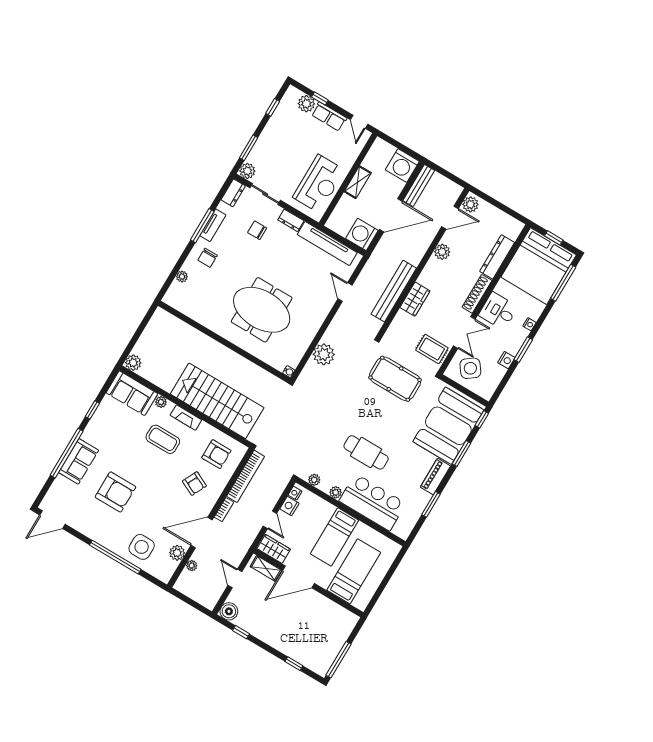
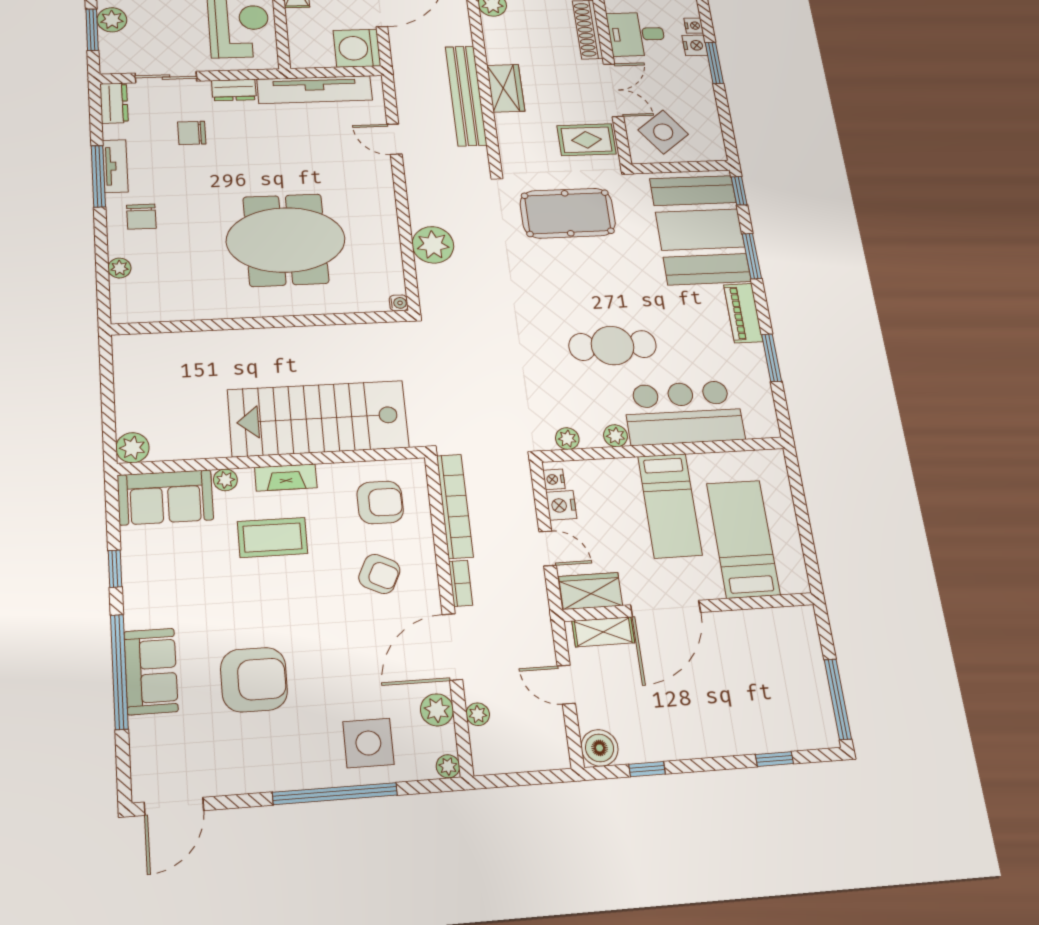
plant: (247, 171) -> (112, 20), moved
nightstand: (506, 360) -> (695, 45), moved
plant: (165, 577) -> (448, 766), added

